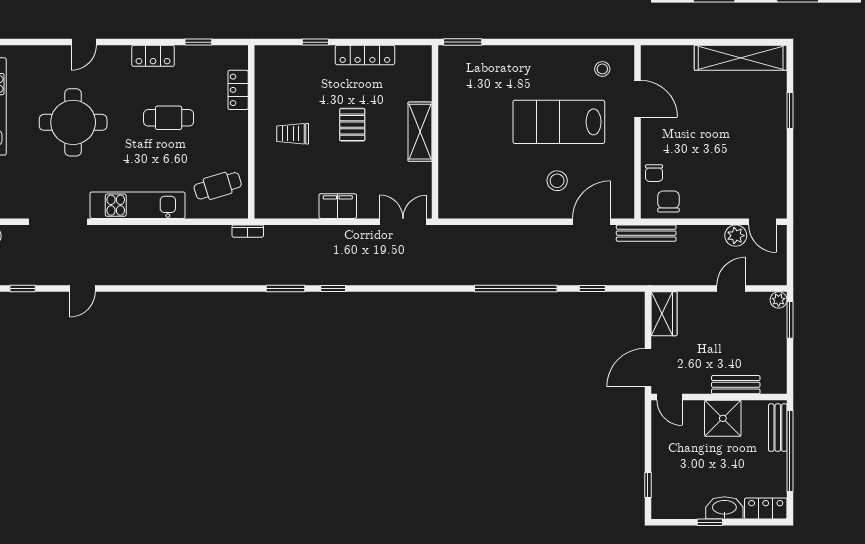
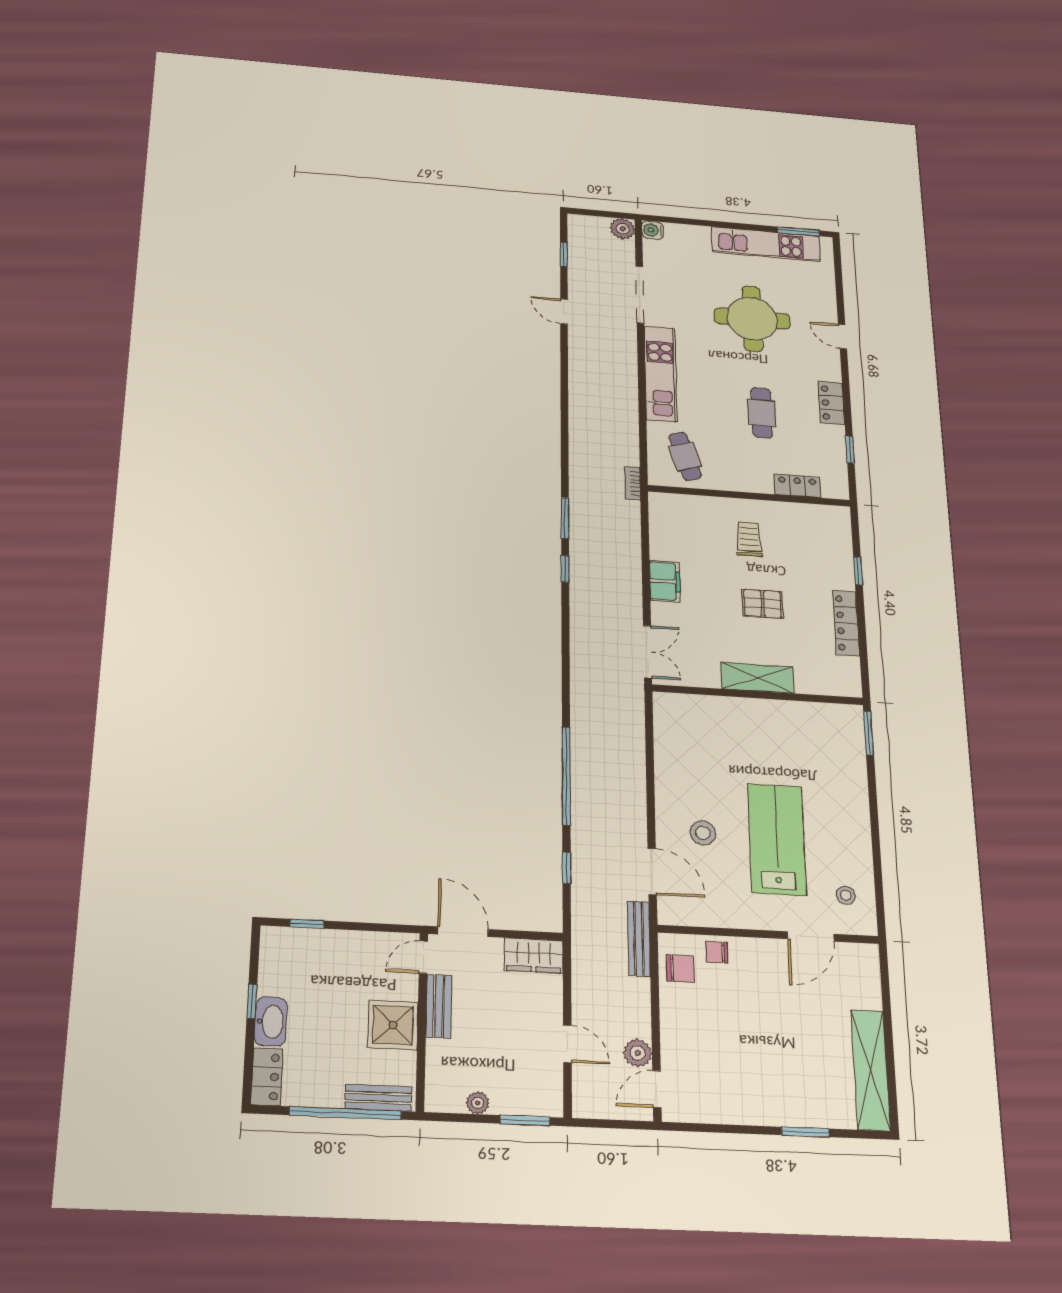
plant: (779, 300) -> (478, 1103), moved
bench: (736, 385) -> (439, 1006), moved

